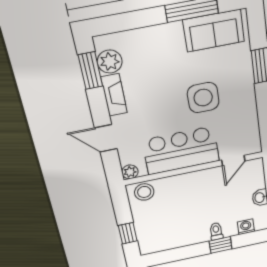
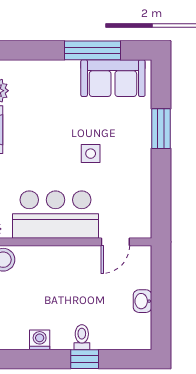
side table: (203, 98) -> (91, 154), width x0.54, depth x0.54
washing machine: (246, 227) -> (40, 340), moved

